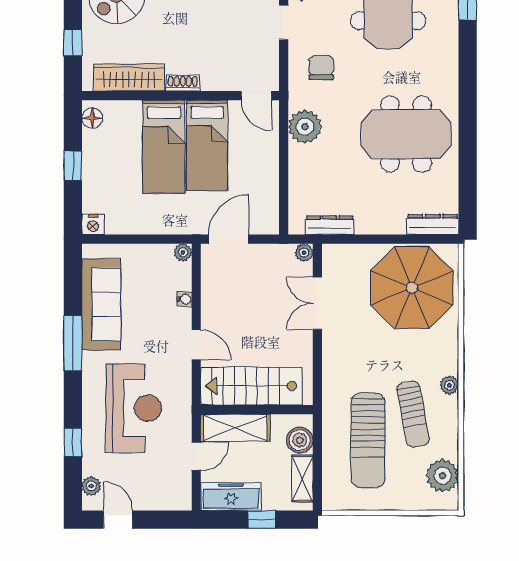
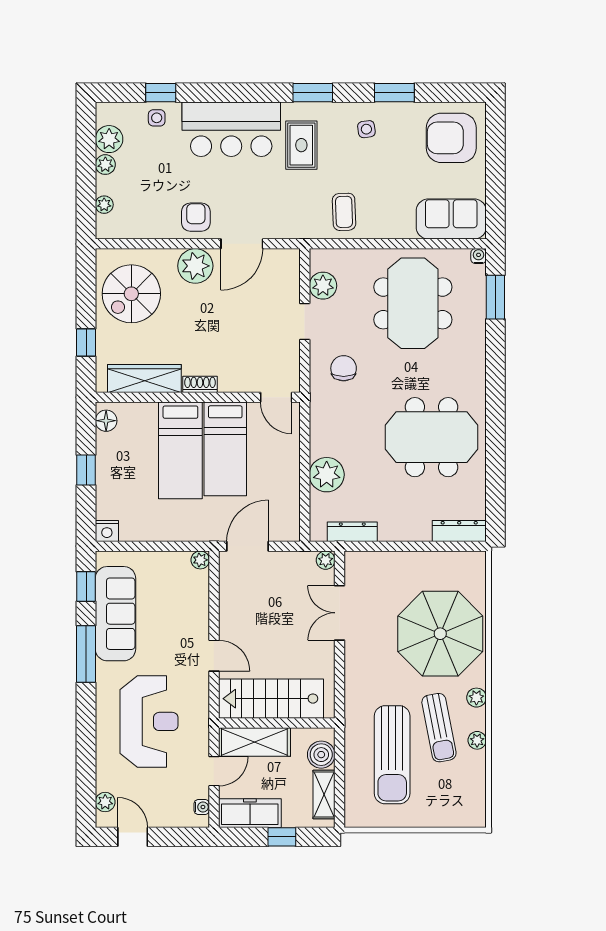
plant: (305, 127) -> (327, 475), moved
parasol: (412, 288) -> (440, 634), moved
water cooler: (184, 299) -> (202, 807), moved
window: (73, 442) -> (86, 586), moved
plant: (442, 476) -> (477, 740), moved, width x0.53, depth x0.53

